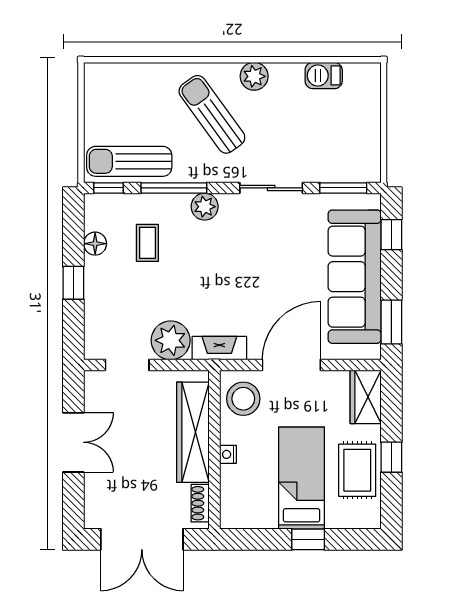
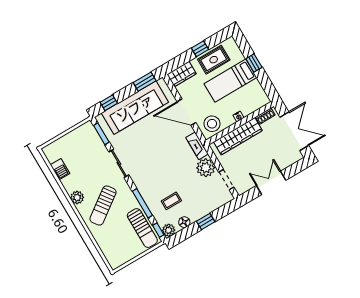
plant: (205, 207) -> (169, 230), moved

